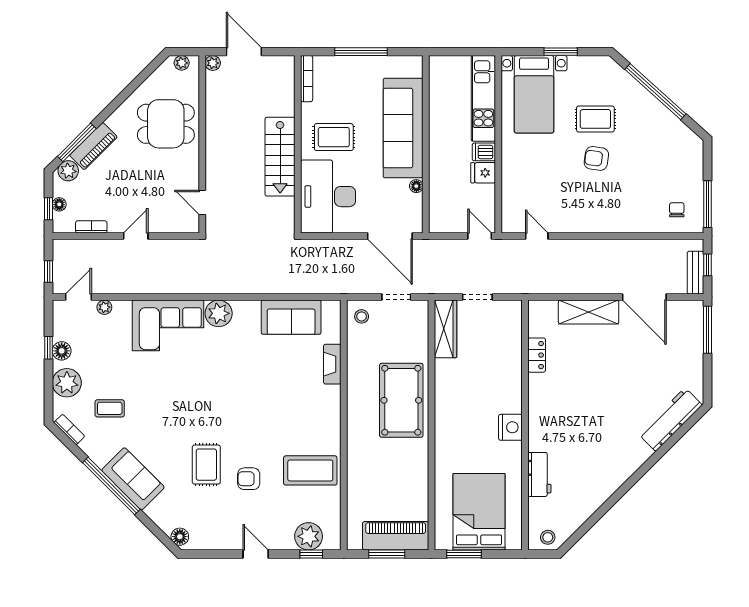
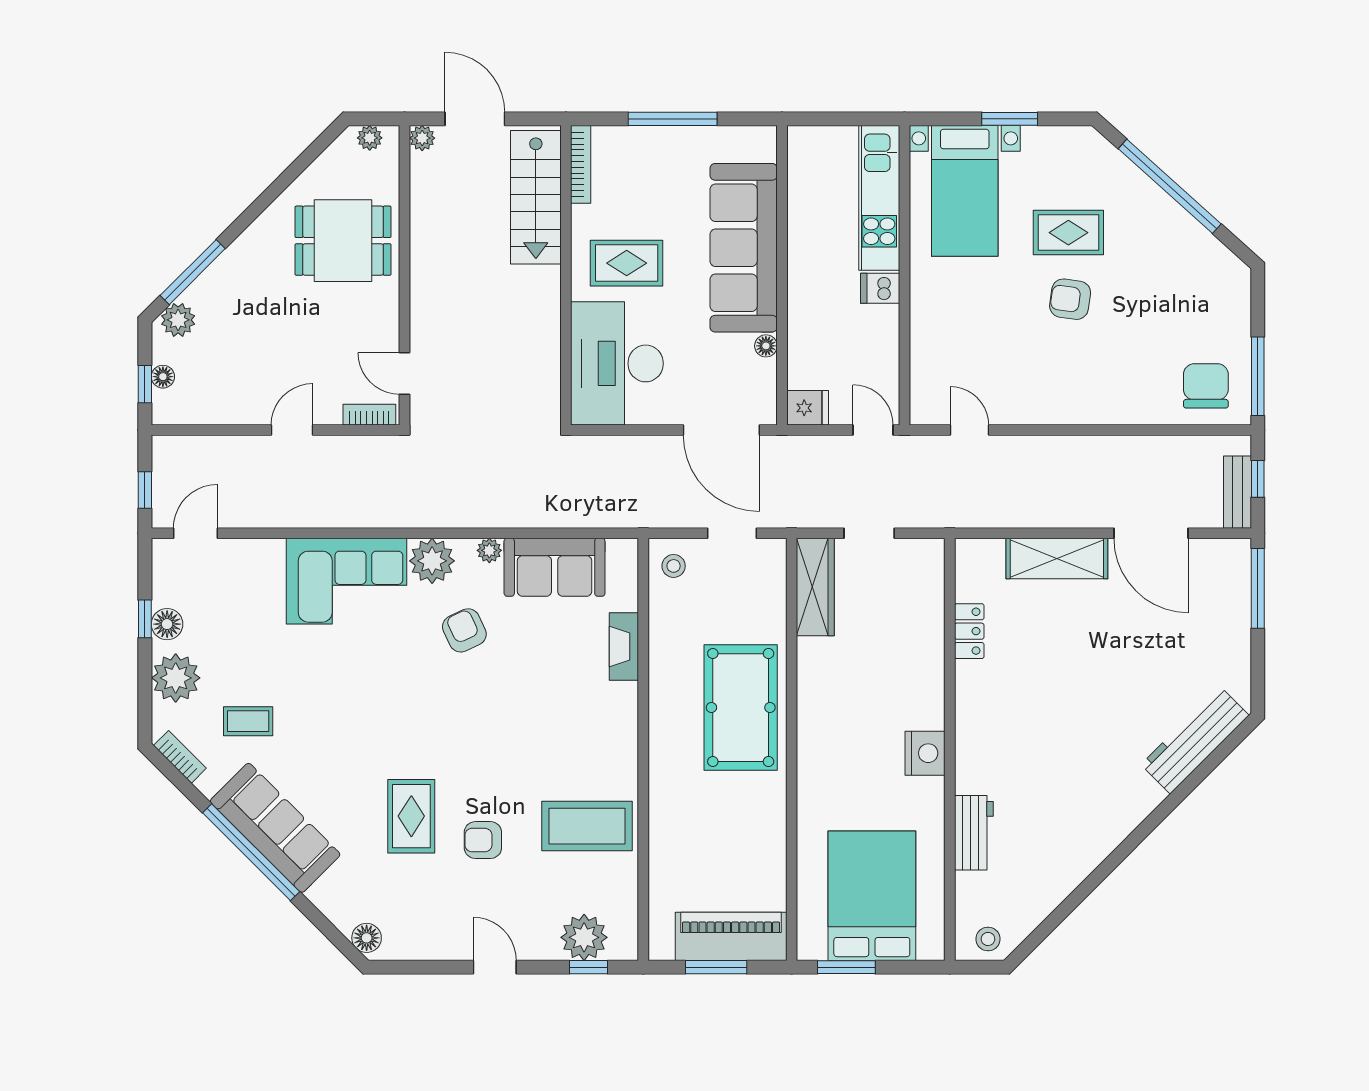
piano: (93, 146) -> (221, 278), removed
stairs: (280, 157) -> (536, 197), moved
fridge: (483, 173) -> (808, 408), moved, turned 180
chair: (677, 210) -> (1206, 386), width x1.87, depth x1.87
bookcase: (91, 227) -> (369, 415), moved
plant: (104, 307) -> (489, 550), moved
armchair: (238, 355) -> (464, 630), added
sofa: (133, 479) -> (275, 828), width x1.36

